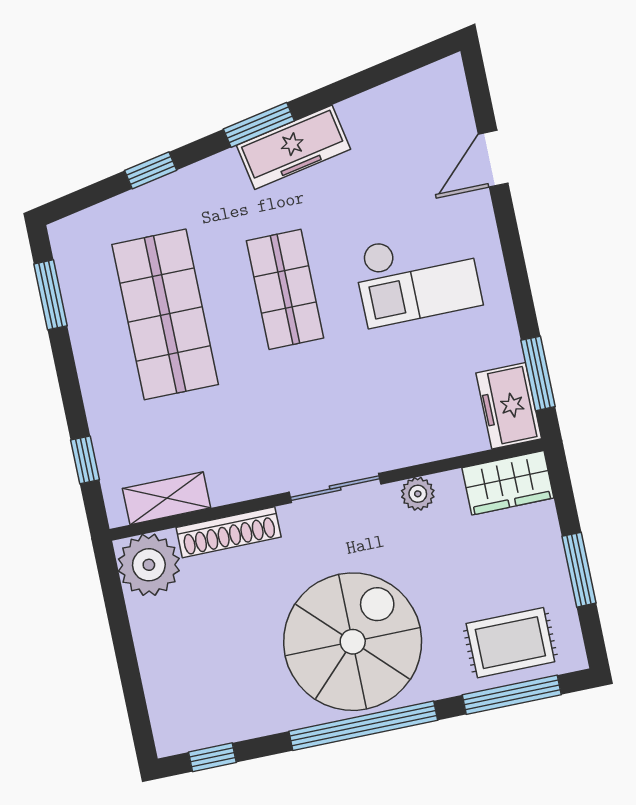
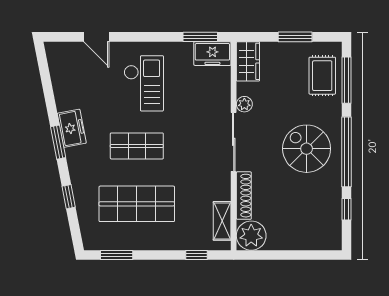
freezer: (293, 147) -> (72, 128), width x0.71
sliding door: (335, 488) -> (234, 142), width x1.37
spiral stairs: (353, 642) -> (307, 149), width x0.73, depth x0.73
window: (212, 757) -> (347, 209), moved

